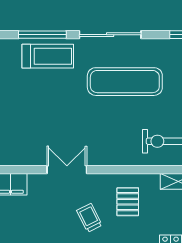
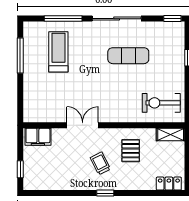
treadmill: (48, 56) -> (58, 52), moved, turned -90
exercise mat: (125, 82) -> (128, 56), width x0.73, depth x0.69

